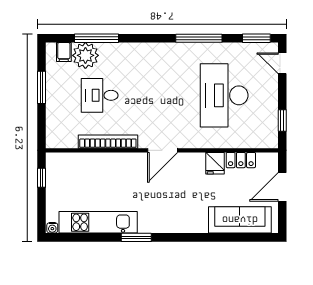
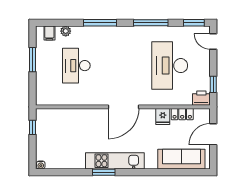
window: (96, 38) -> (100, 23), moved
plant: (85, 55) -> (66, 31), width x0.53, depth x0.53
desk: (100, 95) -> (76, 66), width x1.37
printer: (266, 139) -> (201, 98), added
bookcase: (108, 142) -> (83, 100), removed
door: (163, 150) -> (124, 107), width x1.36
kitchen unit: (98, 222) -> (115, 161), moved

